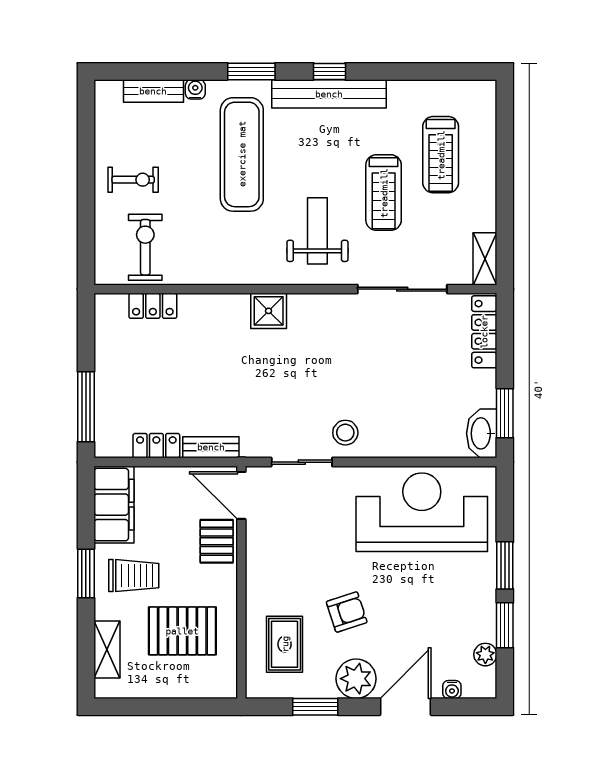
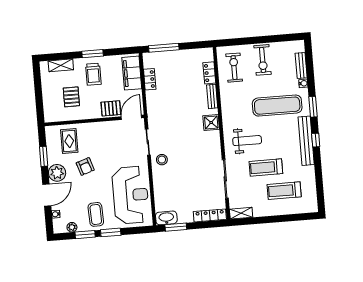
exercise bike: (133, 180) -> (263, 60), width x1.38, depth x1.39
exercise bike: (145, 247) -> (234, 68), turned -90
bench: (211, 447) -> (212, 96), moved
filing cabinet: (114, 505) -> (132, 73), moved, turned 90
coffee table: (460, 597) -> (96, 214), added
pallet: (182, 631) -> (71, 97), width x0.67, depth x0.71
rug: (285, 644) -> (69, 141), turned 90
door: (405, 707) -> (47, 195), hinge flipped

